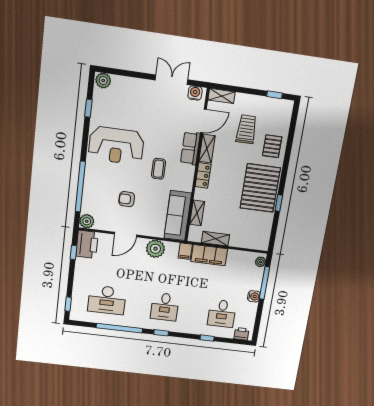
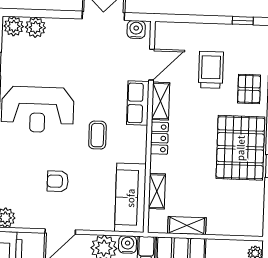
plant: (120, 83) -> (35, 27), added
shelving: (222, 96) -> (172, 30), removed
water cooler: (172, 248) -> (128, 244), added

